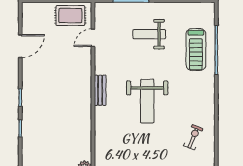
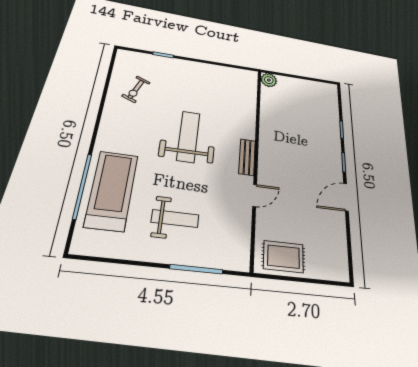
door: (93, 38) -> (255, 195), moved
door: (20, 46) -> (346, 197), moved
treadmill: (196, 50) -> (112, 190), width x1.37, depth x1.38

